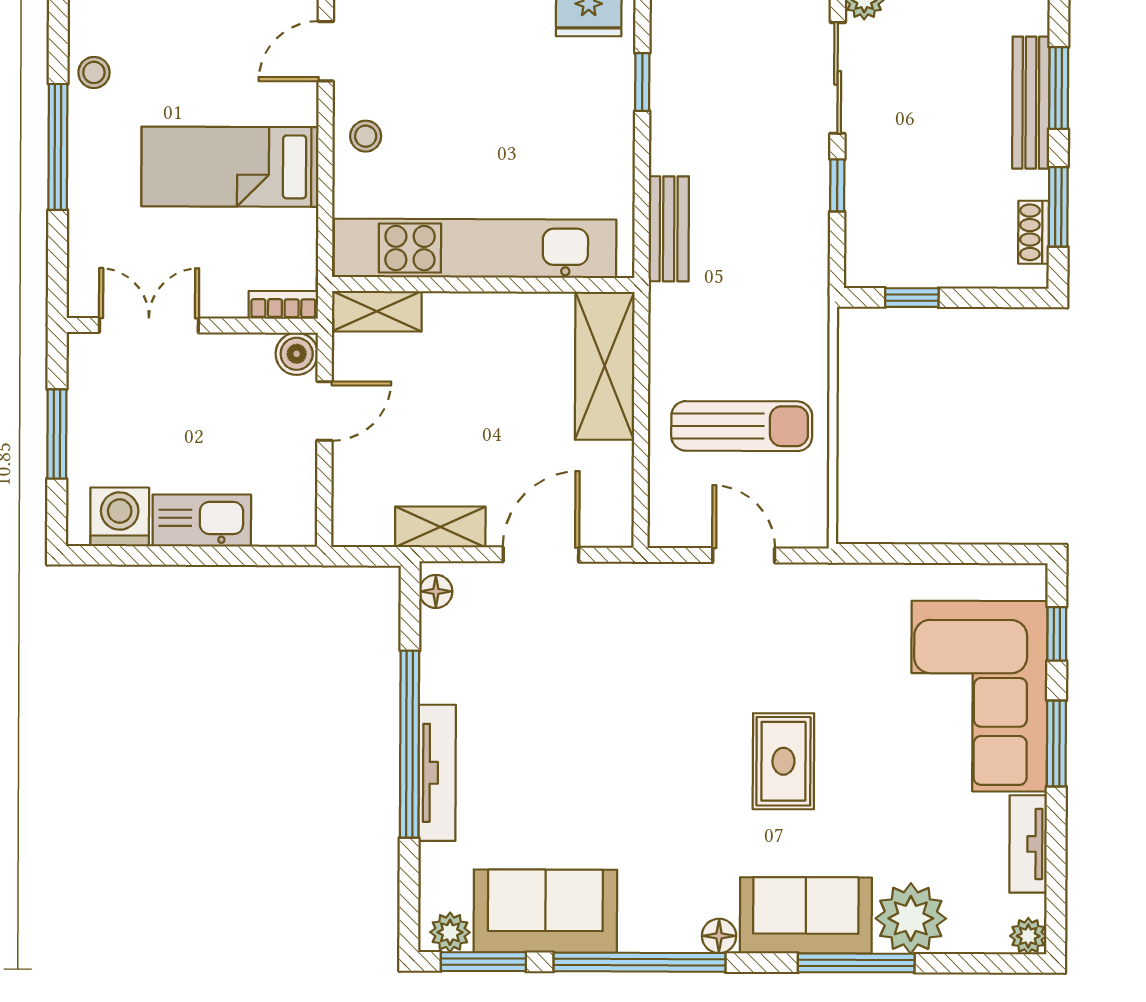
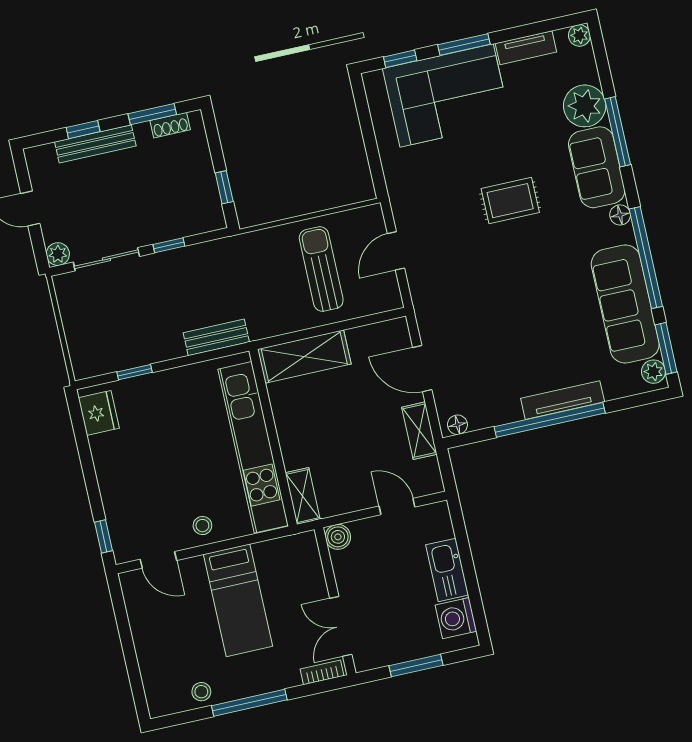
window: (1059, 88) -> (83, 130), width x0.67
bookcase: (283, 305) -> (322, 672), moved, turned 90
door: (325, 411) -> (397, 507), moved
sofa: (545, 911) -> (625, 304), width x1.36

